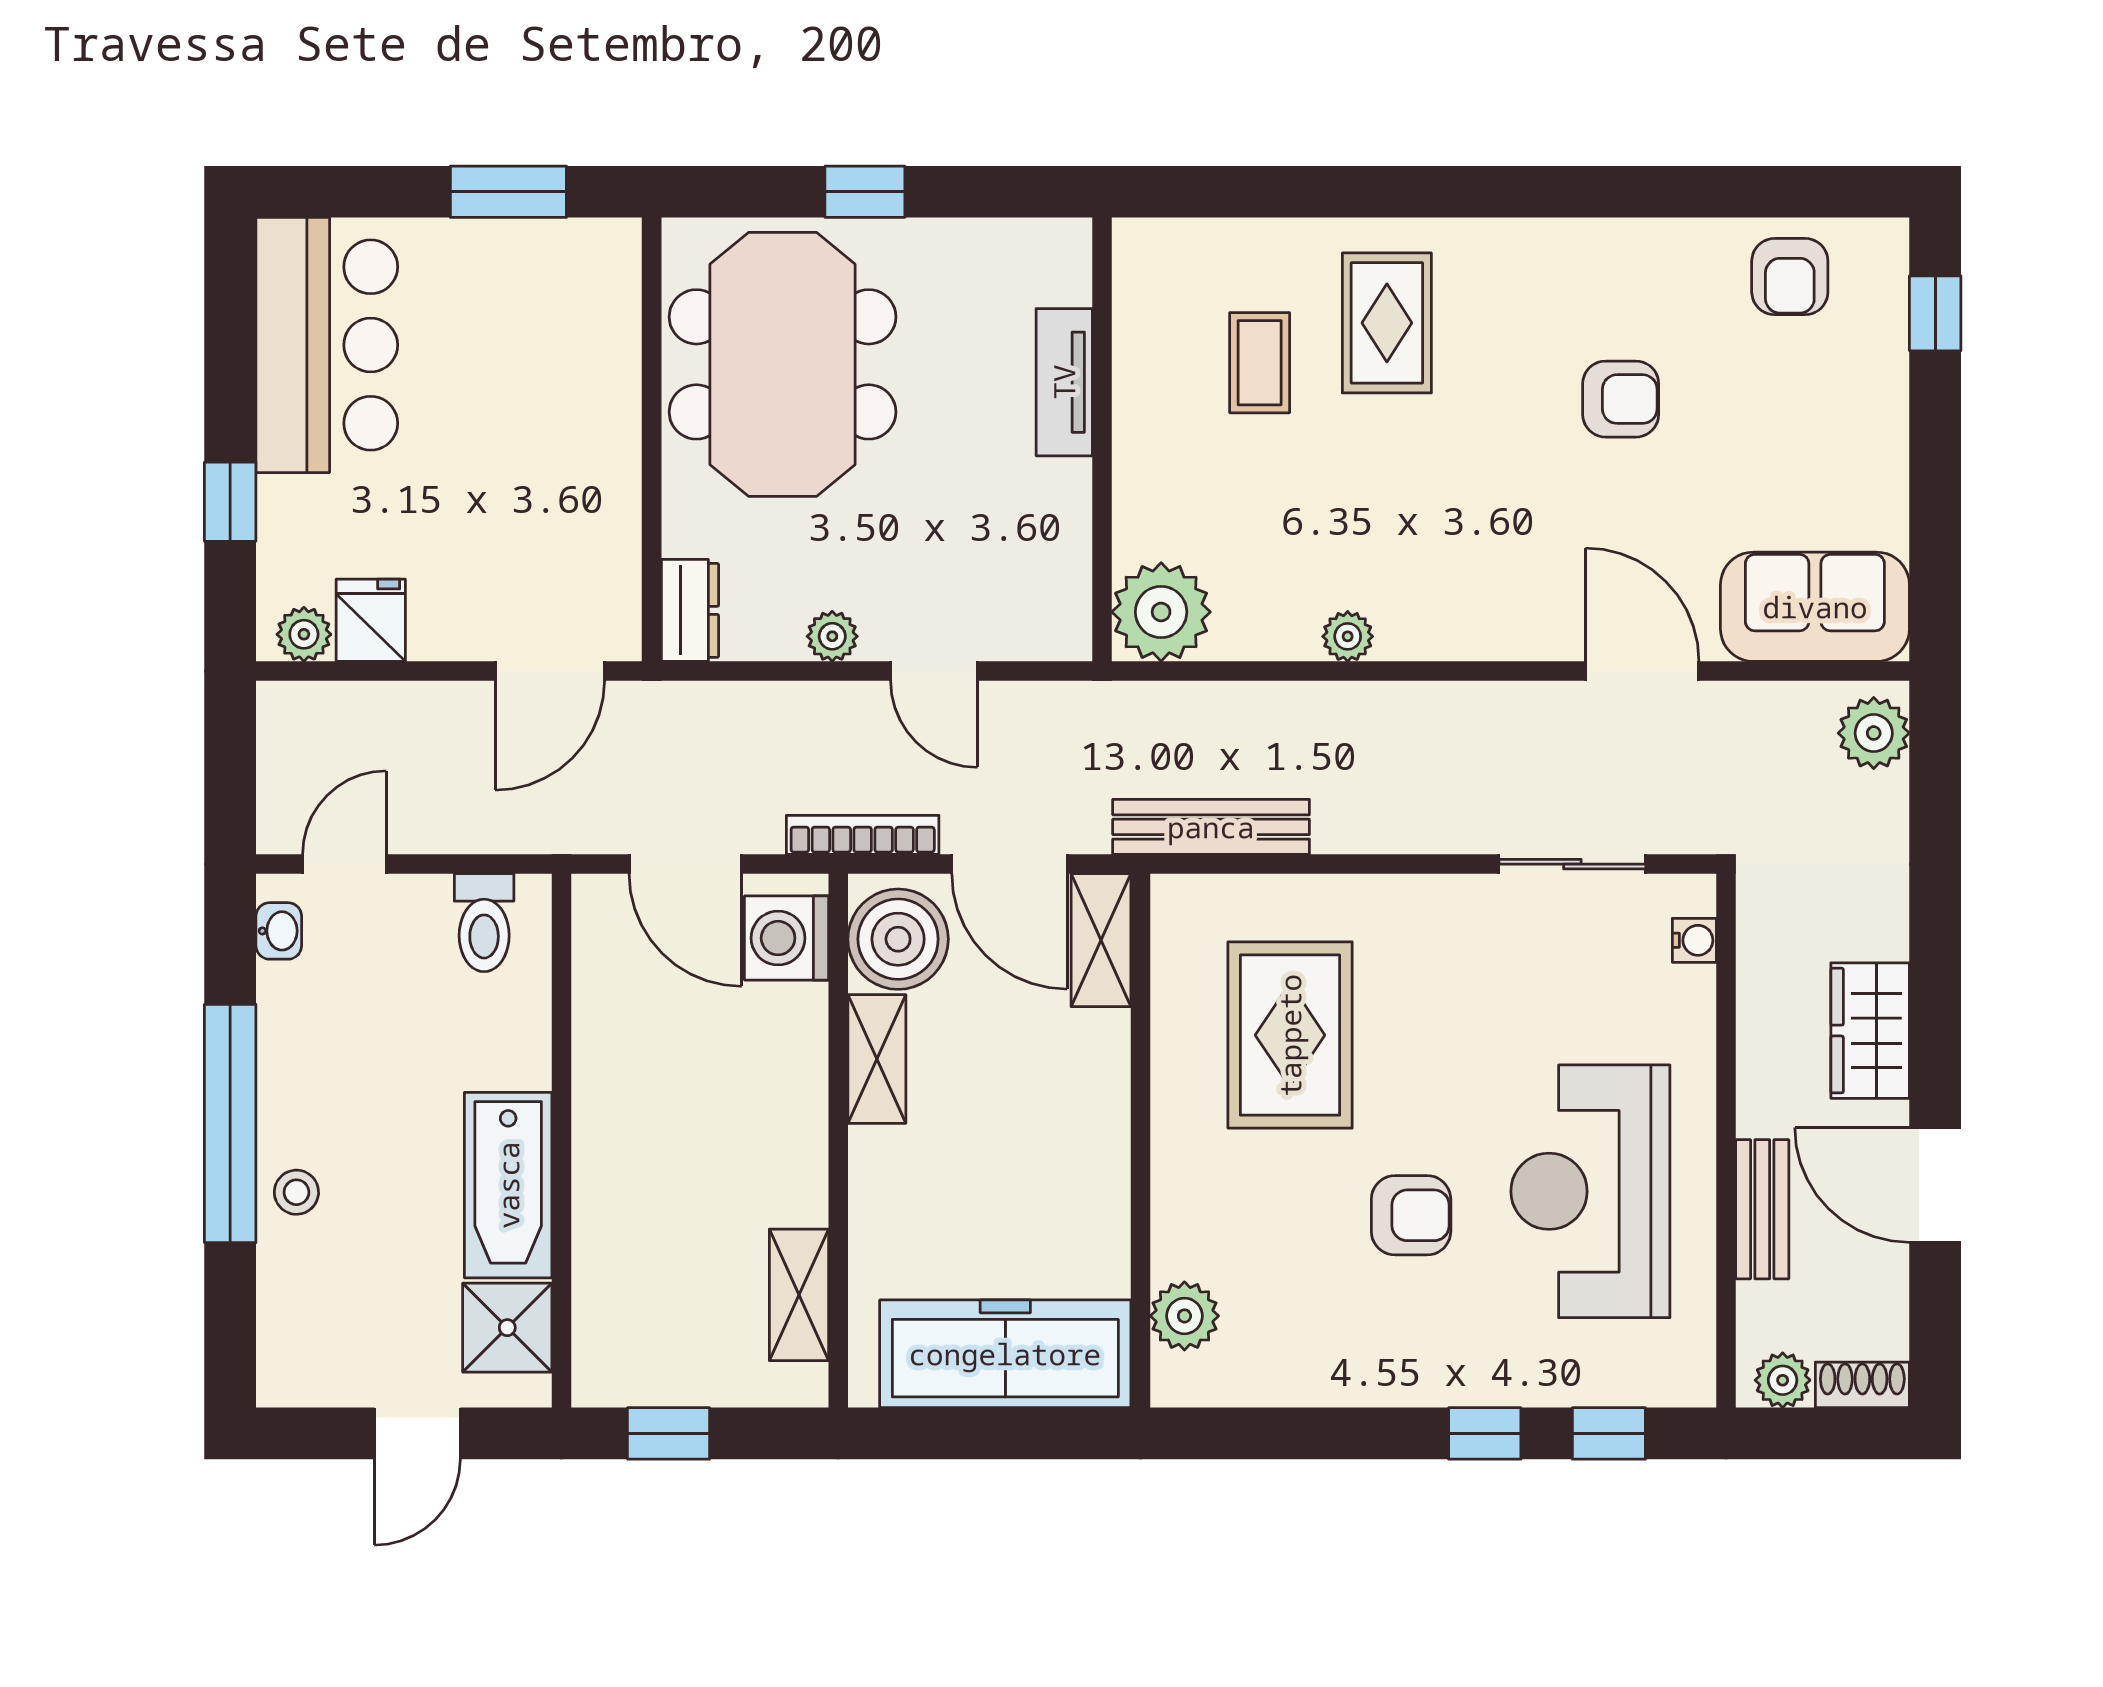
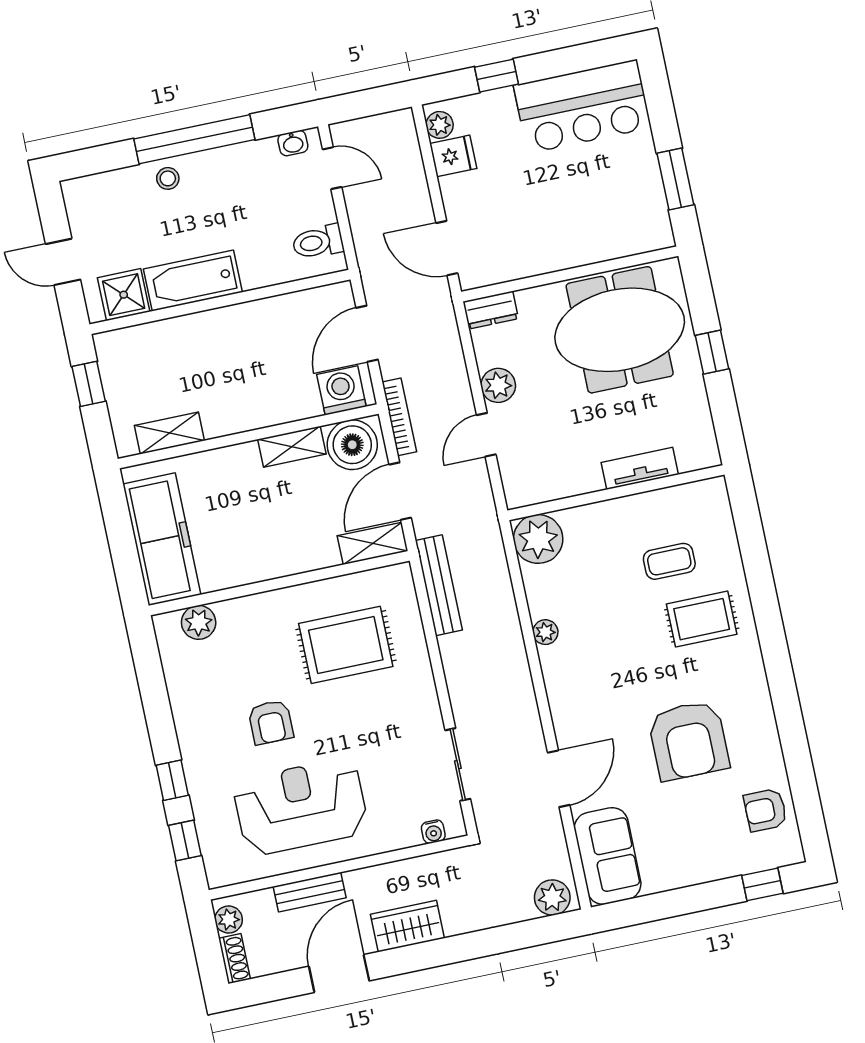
armchair: (1621, 399) -> (689, 740), width x1.88, depth x1.88
plant: (832, 636) -> (498, 385), width x1.38, depth x1.38

